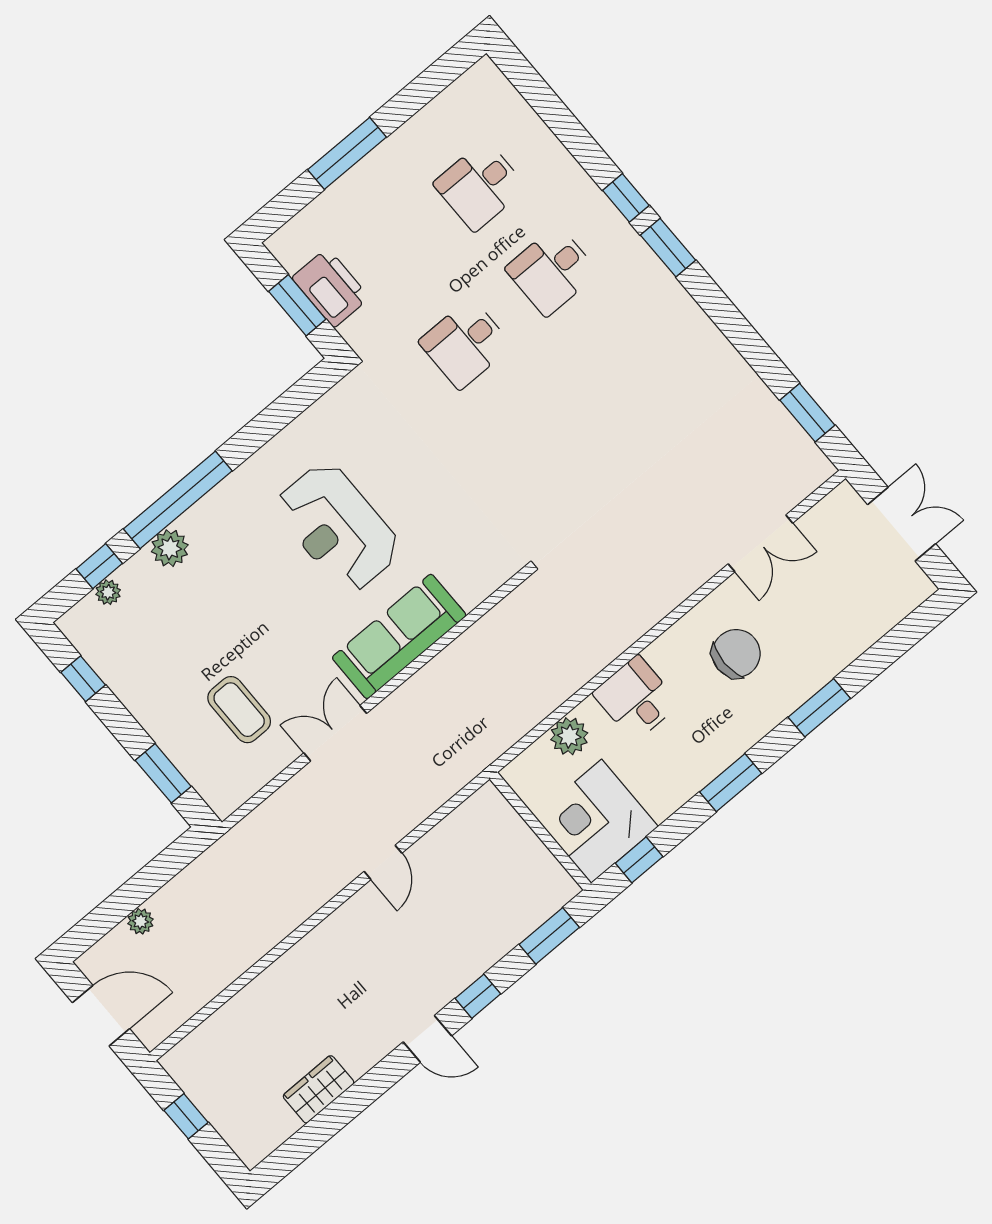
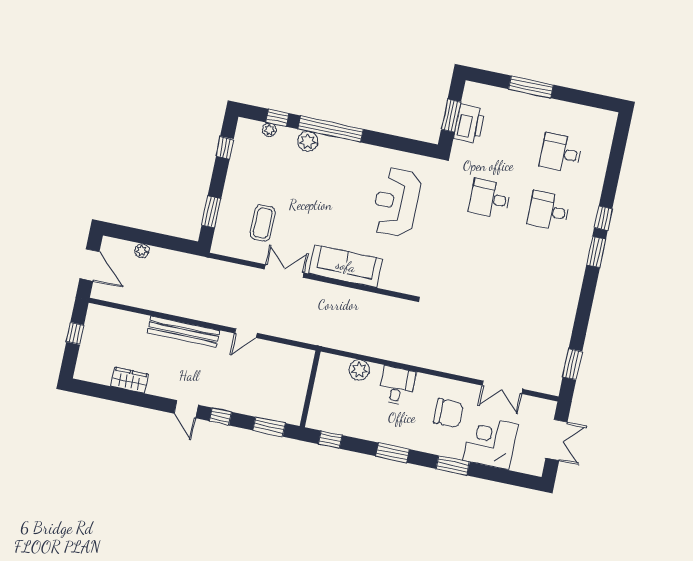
reception desk: (338, 527) -> (396, 202), moved
corner desk: (596, 821) -> (490, 442), moved
bench: (309, 953) -> (184, 332), added

